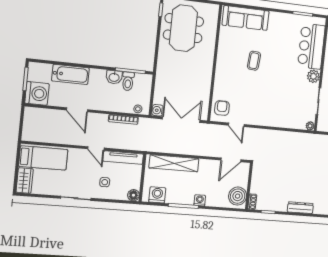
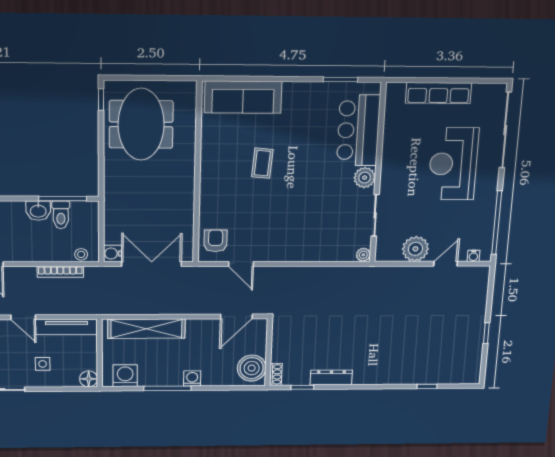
dresser: (300, 208) -> (331, 378), moved

